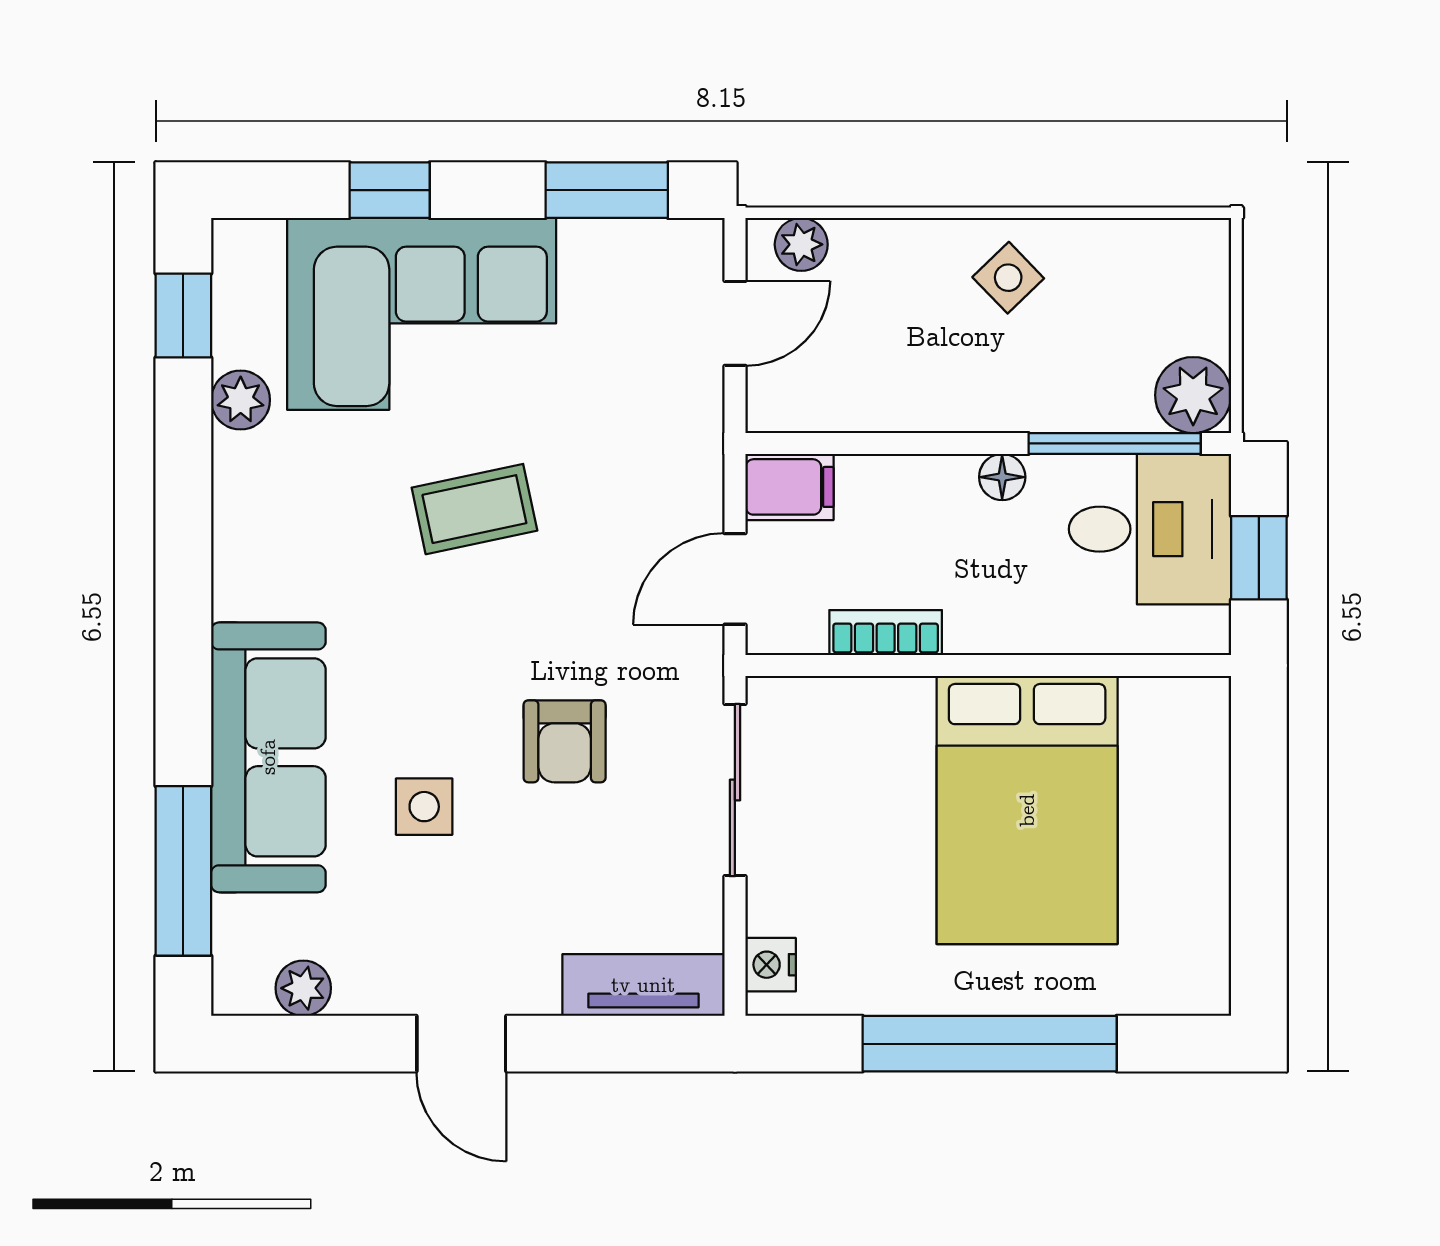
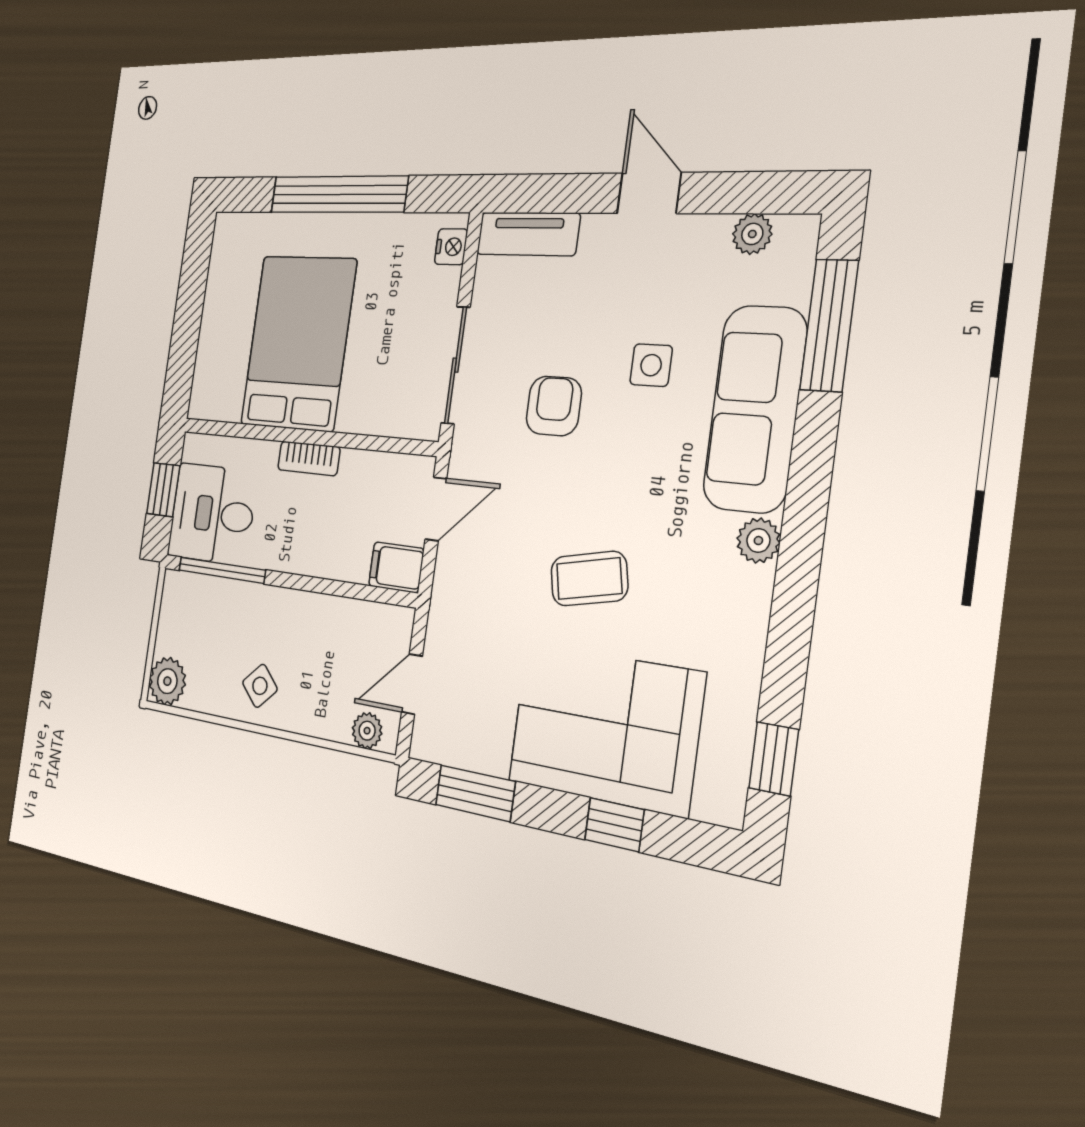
plant: (1193, 395) -> (167, 681), moved
plant: (241, 400) -> (758, 541), moved
floor lamp: (1002, 477) -> (281, 557), removed
bookcase: (886, 633) -> (309, 458), moved

